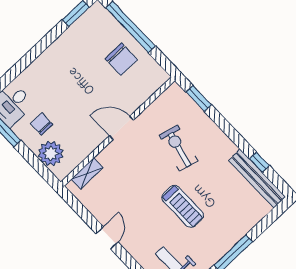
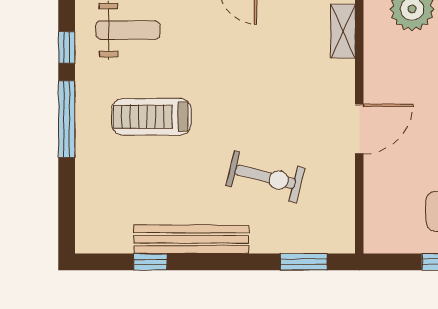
bench: (257, 179) -> (191, 239), moved
treadmill: (183, 206) -> (151, 117), moved

